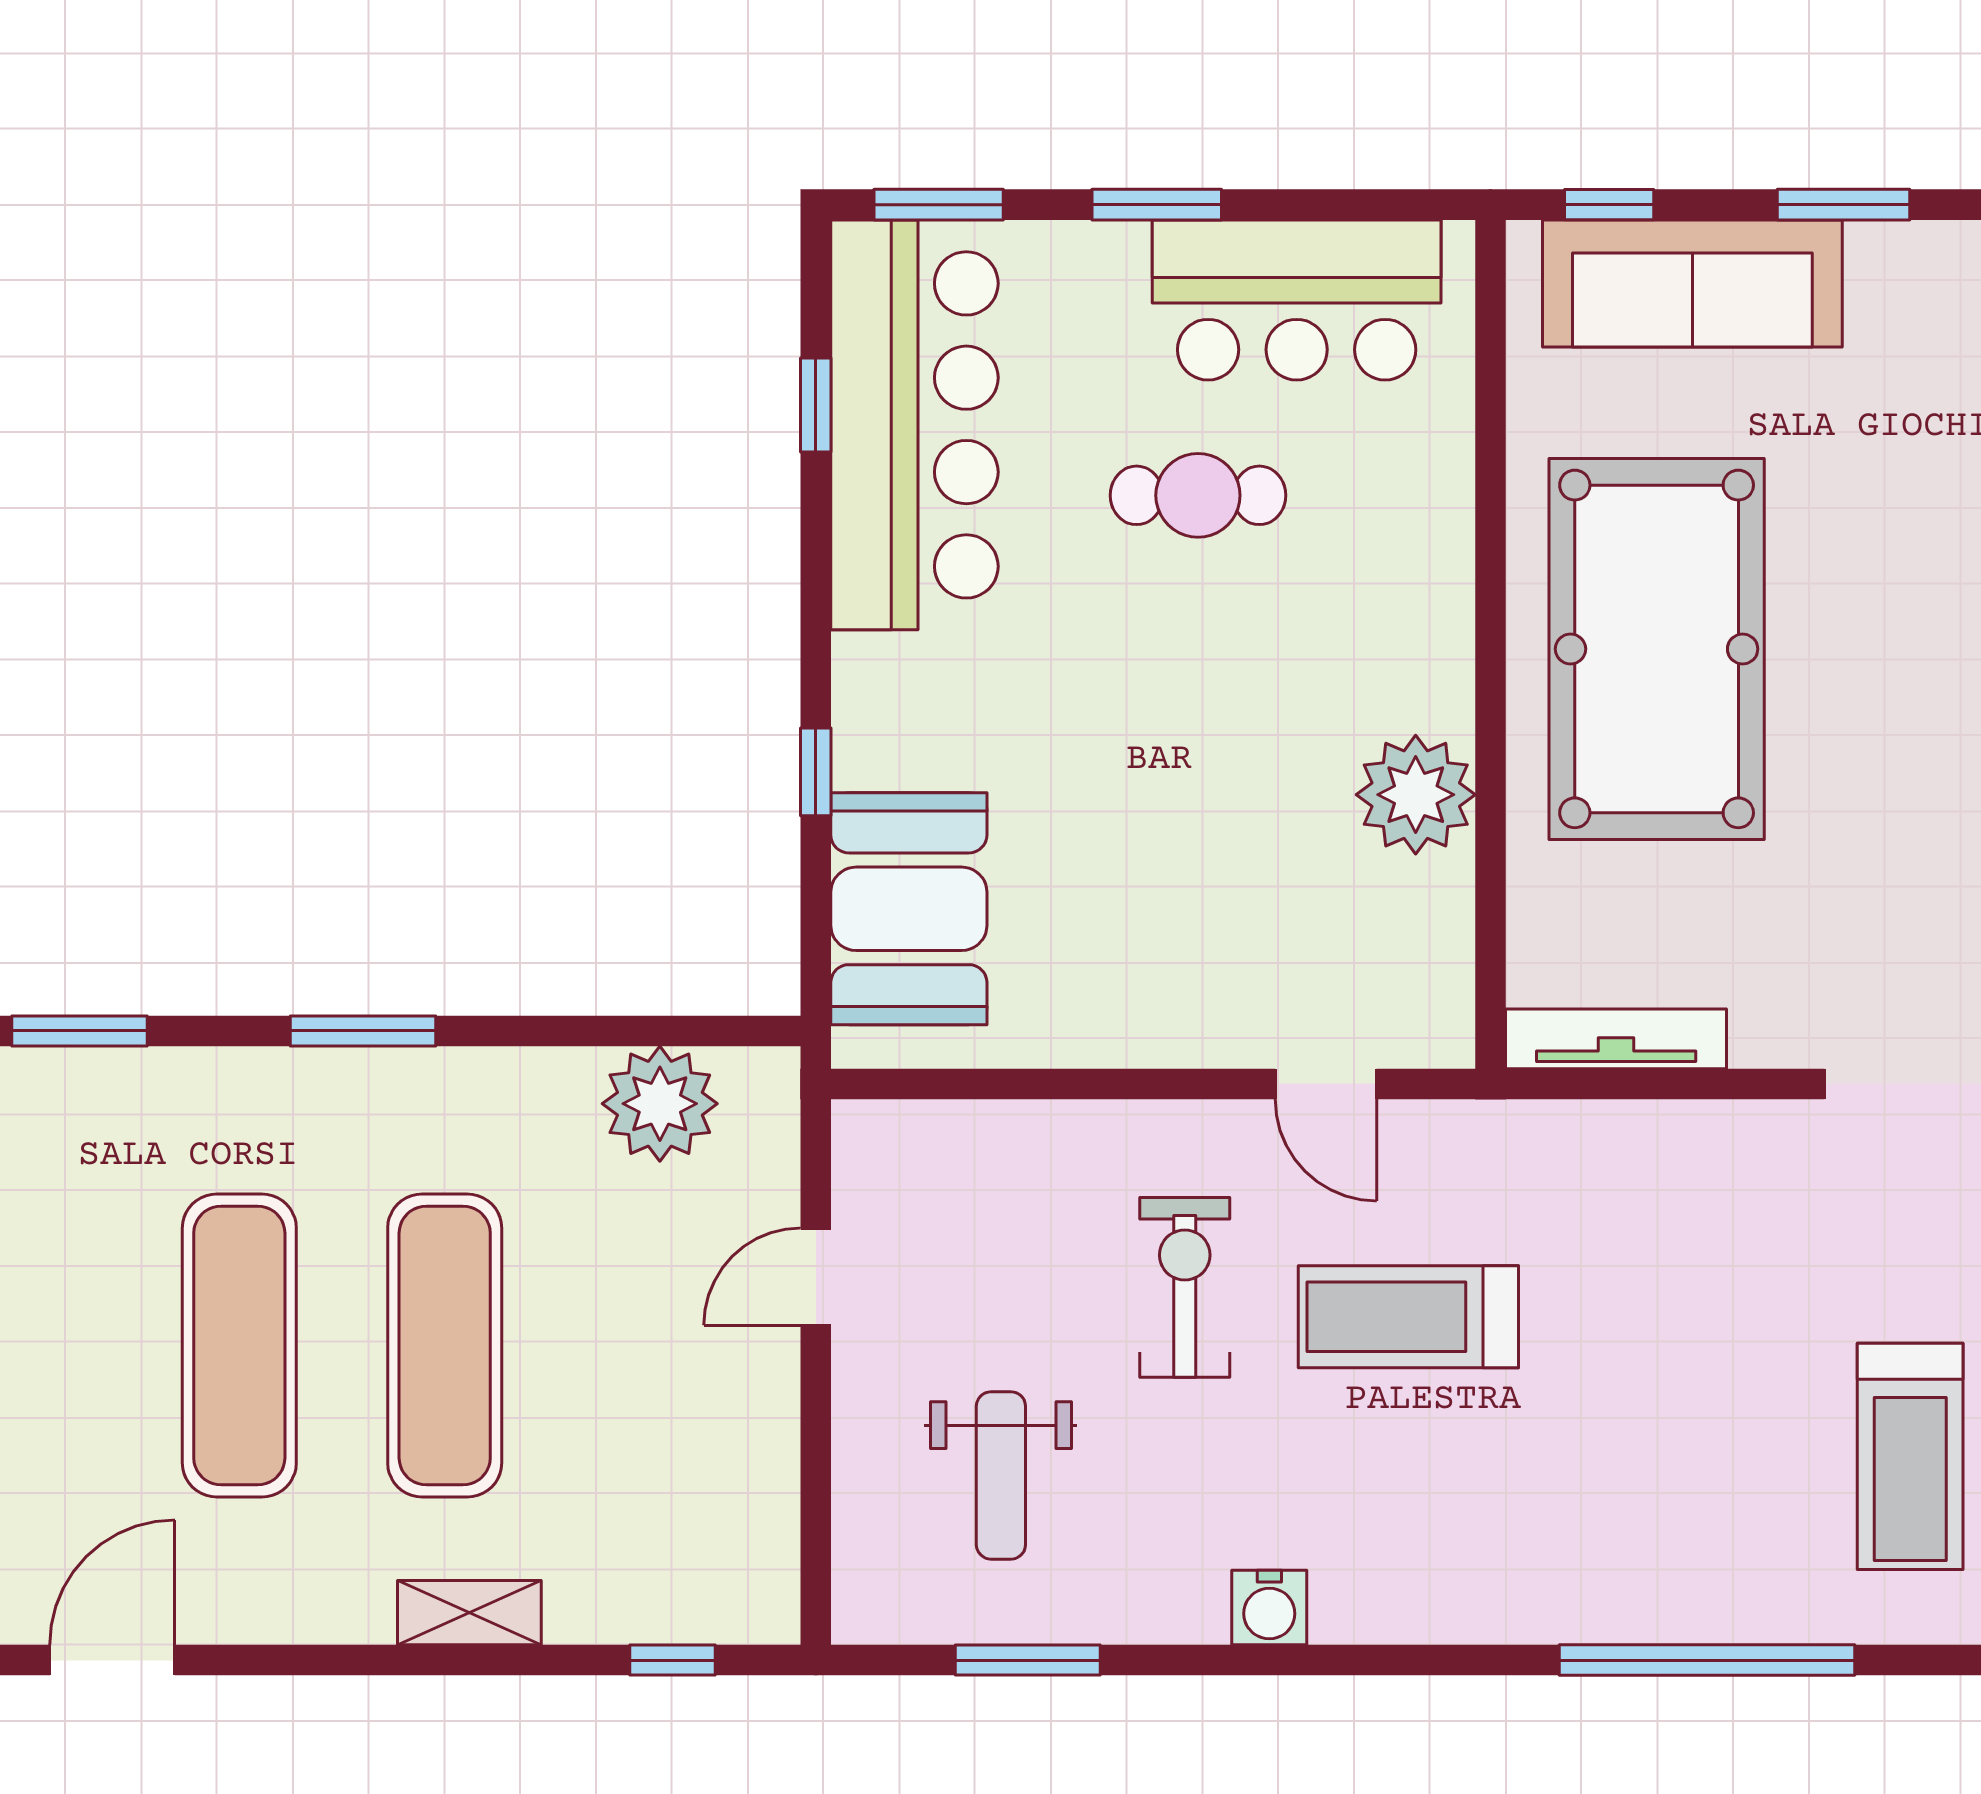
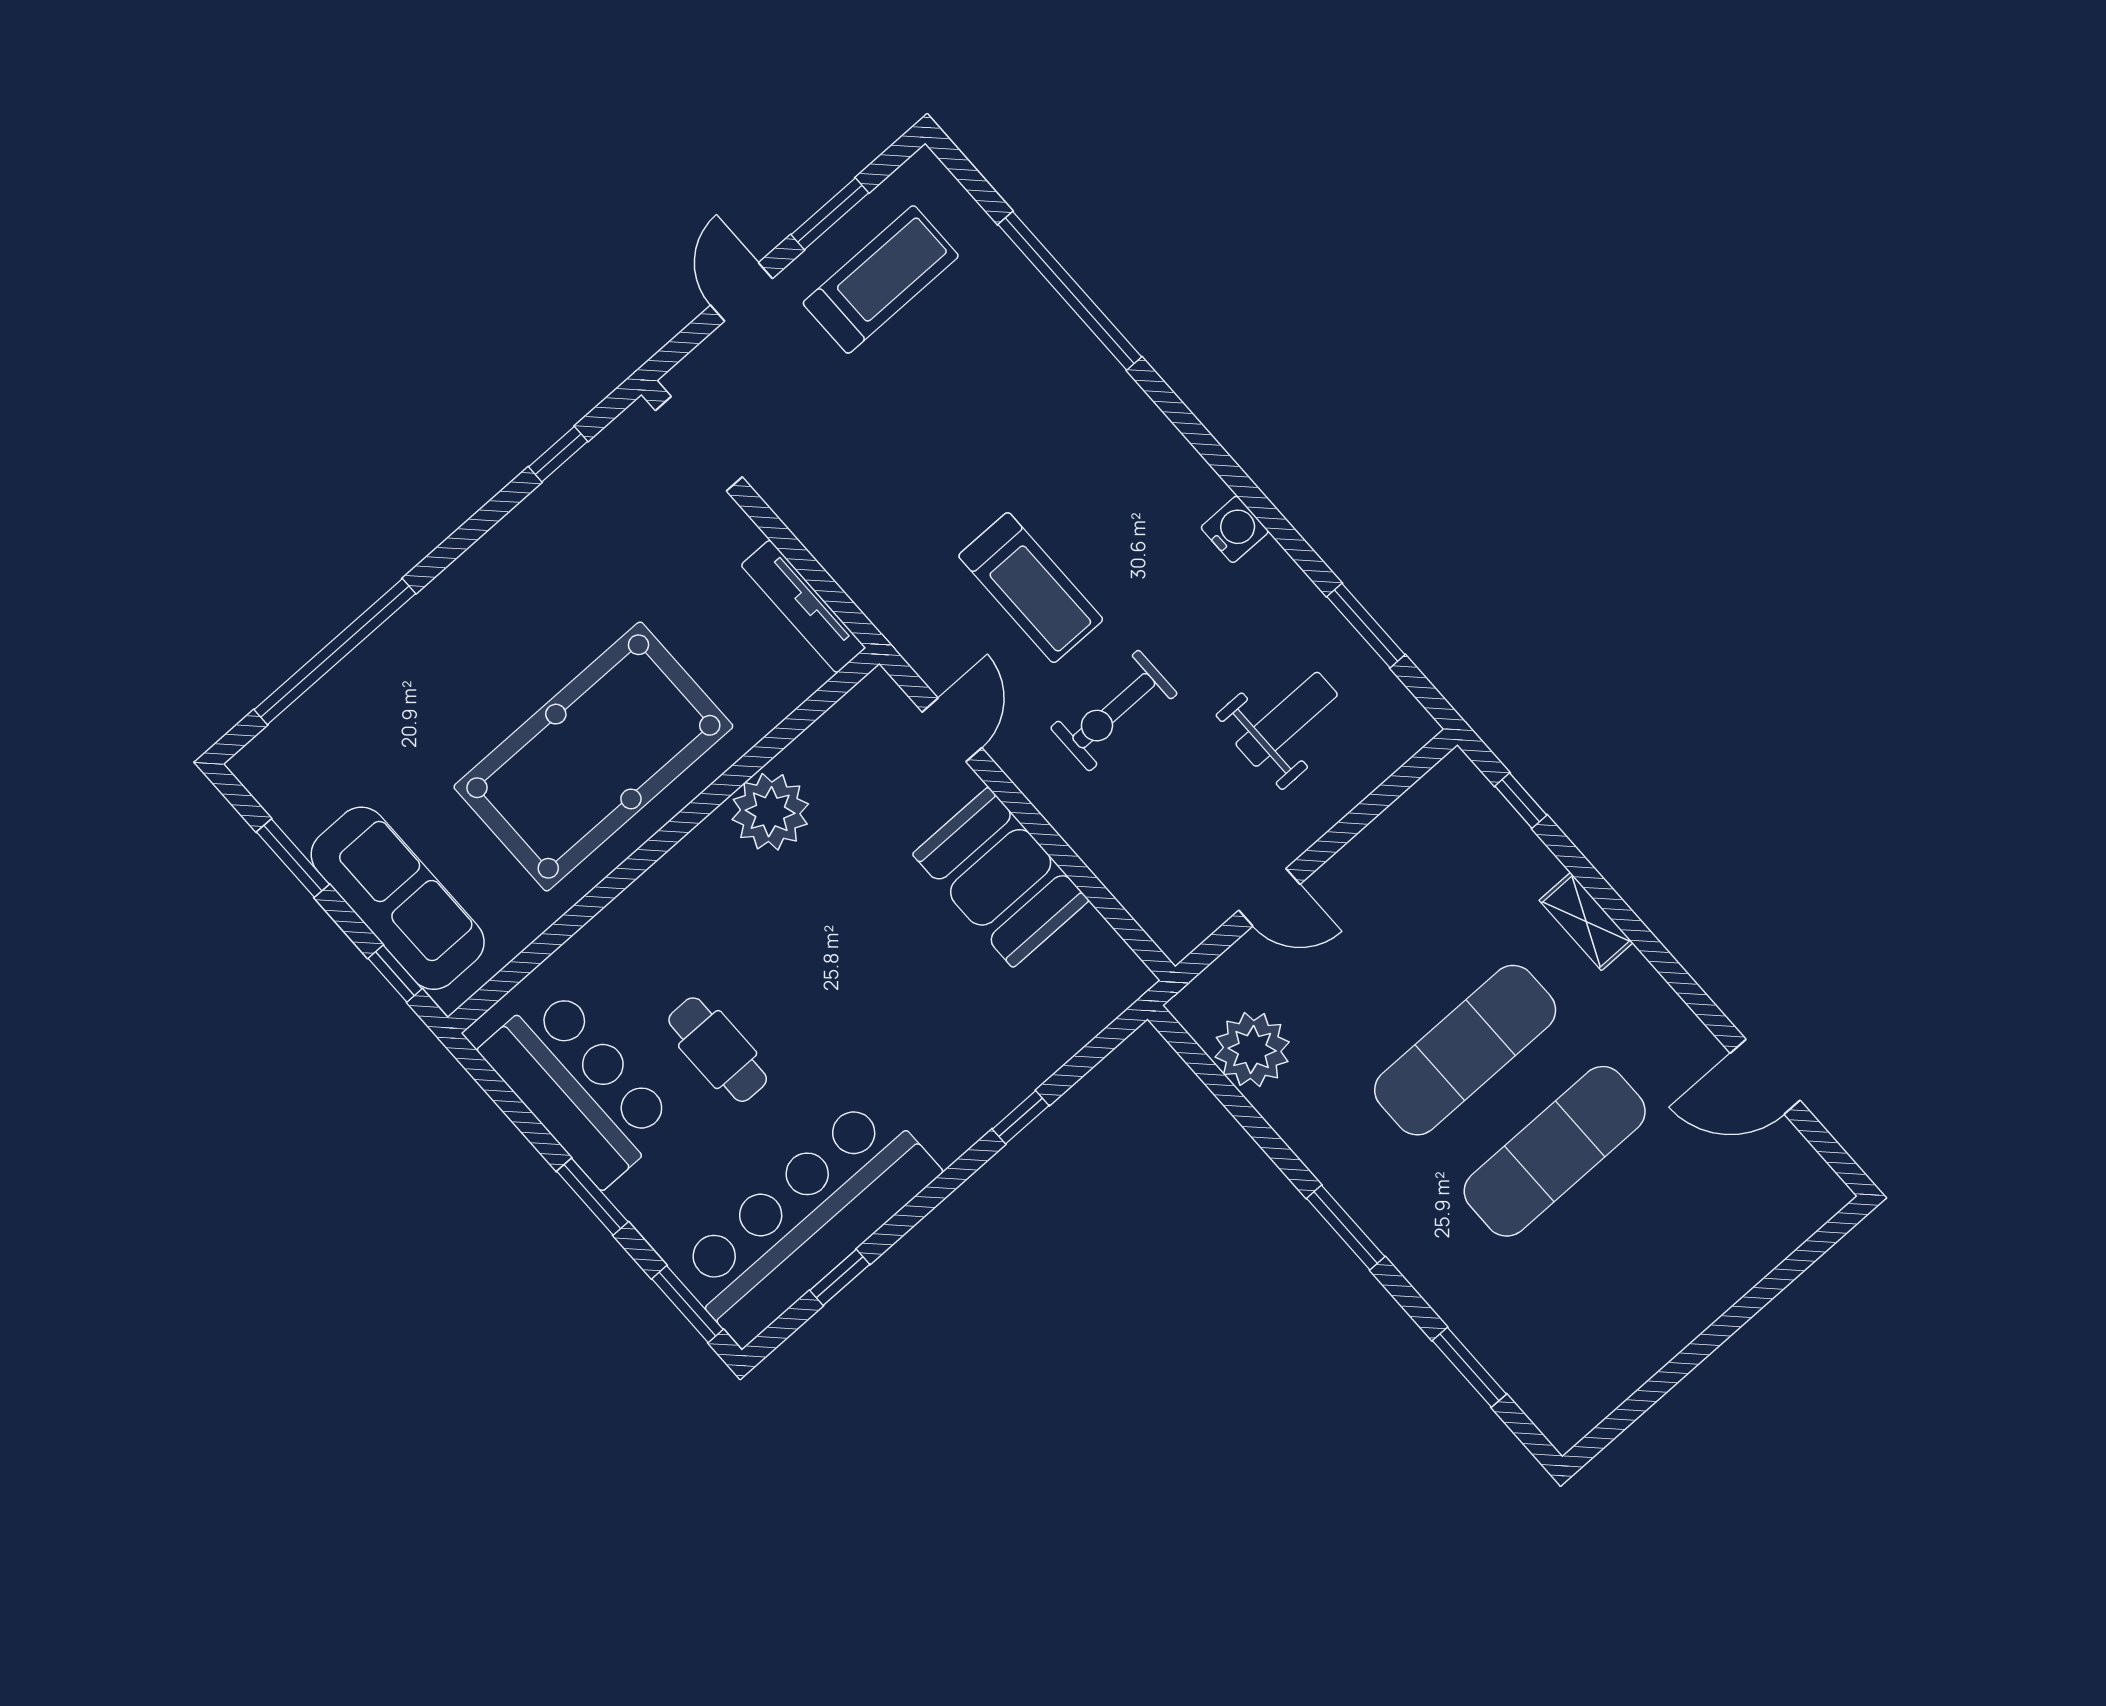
booth: (909, 909) -> (1001, 877), moved, turned 90

